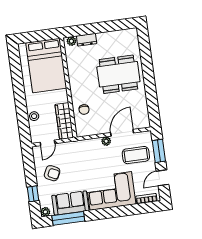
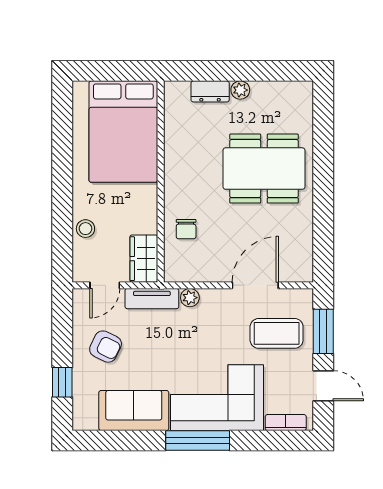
plant: (71, 41) -> (240, 90), moved
wardrobe: (64, 121) -> (144, 259), width x0.67
plant: (106, 141) -> (190, 298), moved
tv unit: (72, 146) -> (152, 299), added
door: (163, 178) -> (323, 386), swing flipped
plant: (45, 212) -> (82, 421), removed
window: (68, 218) -> (198, 441), moved

